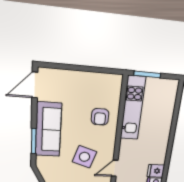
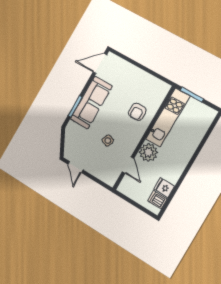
plant: (128, 149) -> (148, 152), added
side table: (84, 157) -> (108, 141), width x0.54, depth x0.54
door: (115, 168) -> (128, 165), swing flipped

